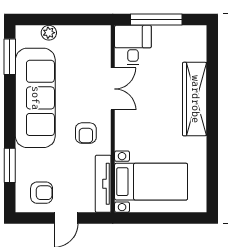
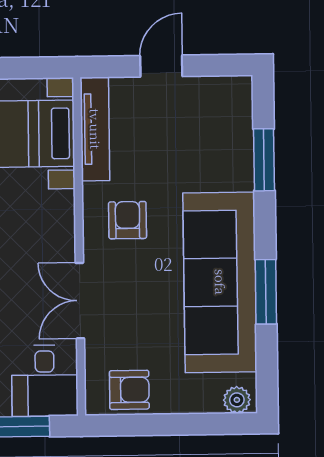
plant: (49, 33) -> (237, 400), moved
window: (10, 57) -> (266, 292), moved
armchair: (42, 193) -> (129, 390), moved, turned 180

